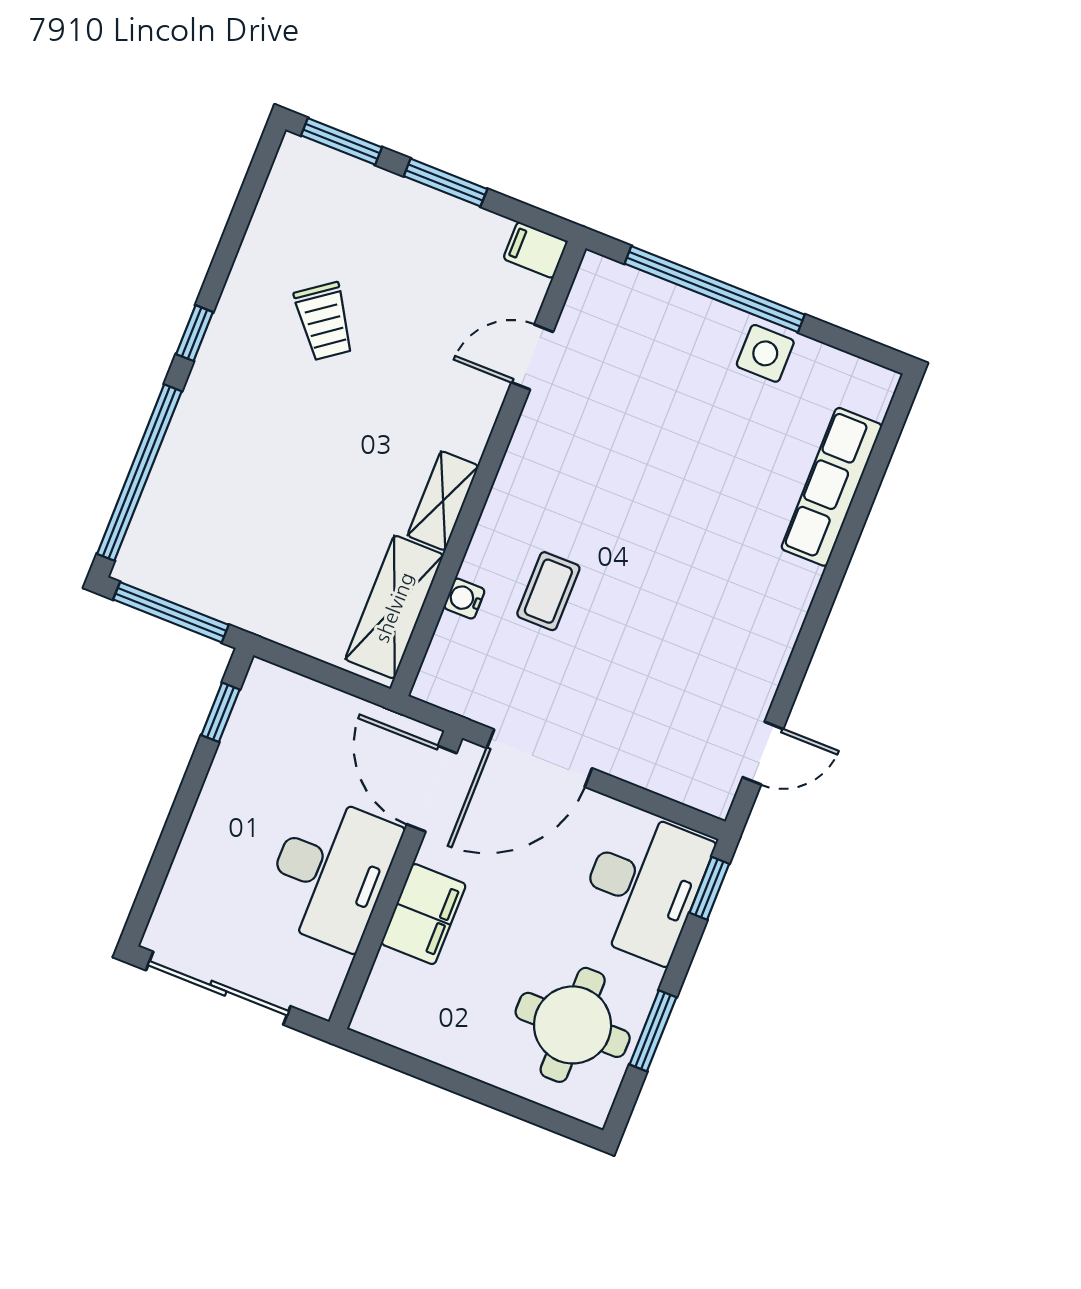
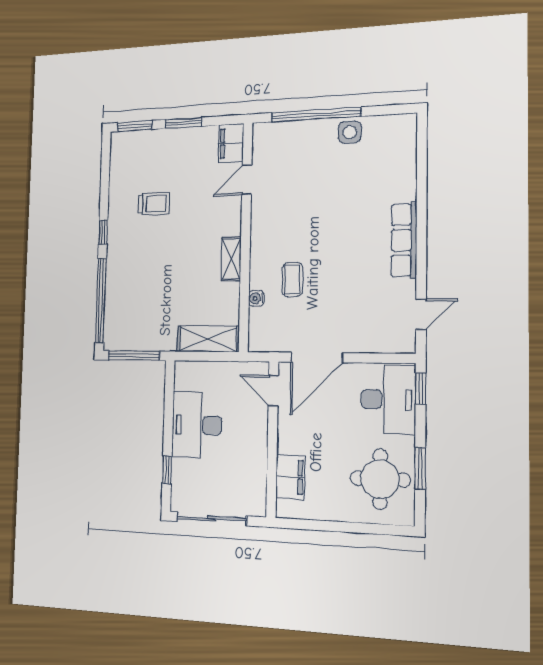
filing cabinet: (535, 250) -> (231, 143), width x2.00
trolley: (324, 321) -> (154, 204), turned -54
row of seats: (832, 487) -> (404, 240), moved
shelving: (394, 607) -> (208, 339), moved, turned 90
window: (220, 712) -> (167, 470), moved
door: (432, 789) -> (273, 391), width x0.73
desk: (331, 872) -> (197, 425), moved, turned 180
filing cabinet: (424, 914) -> (290, 477), moved

